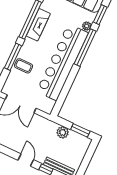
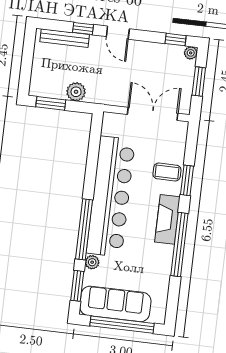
fireplace: (38, 25) -> (167, 219), moved
window: (13, 57) -> (187, 180), width x0.69

